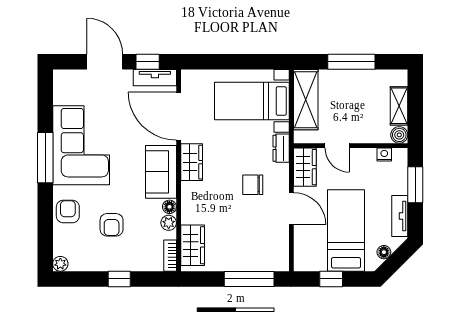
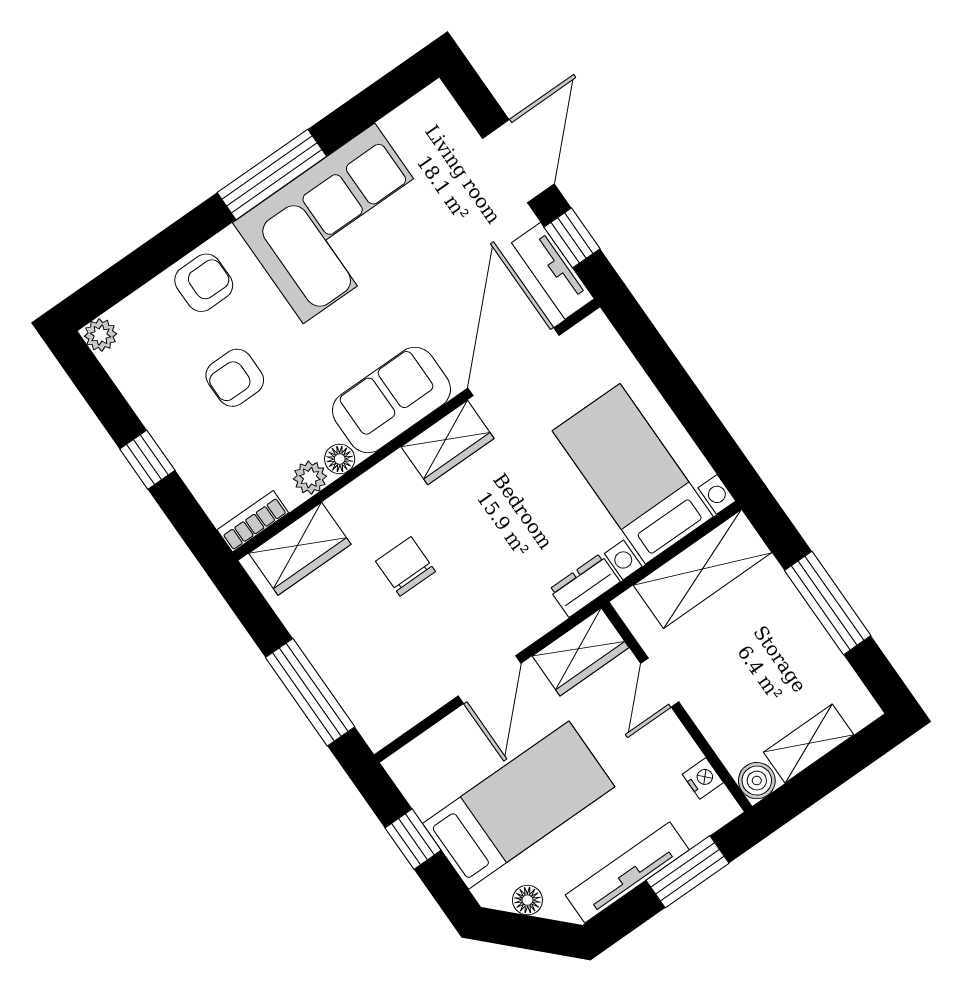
chair: (253, 185) -> (406, 566), moved
tv unit: (400, 216) -> (627, 872), width x1.41

